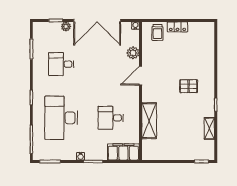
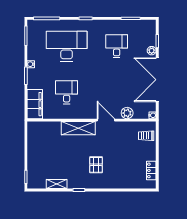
locker: (177, 27) -> (151, 170), moved
shelving: (149, 121) -> (78, 128), moved

